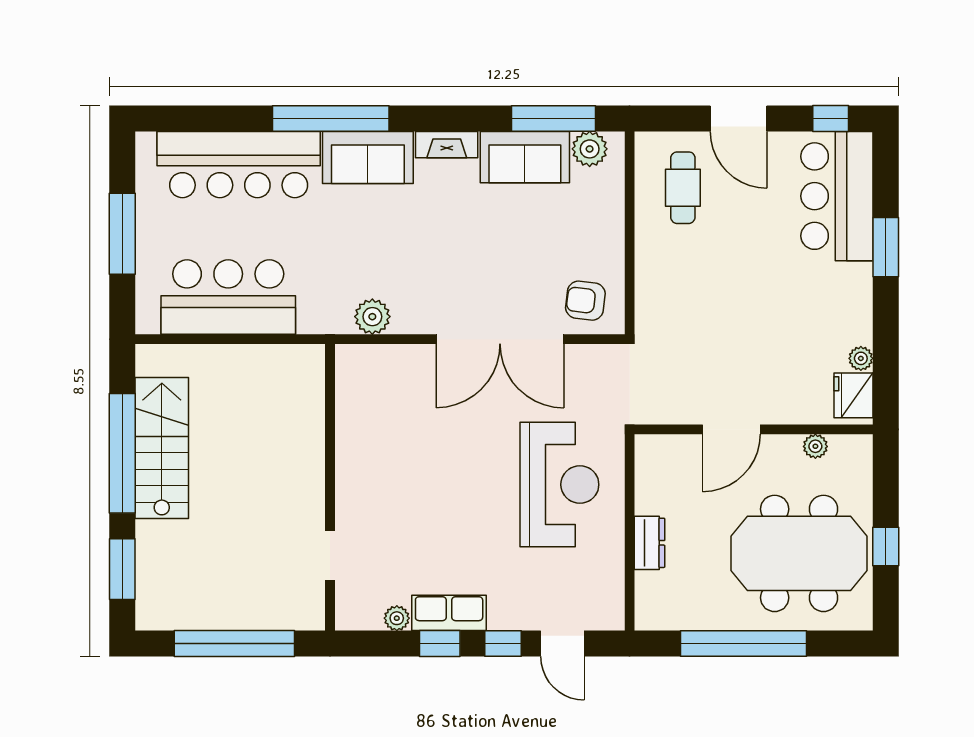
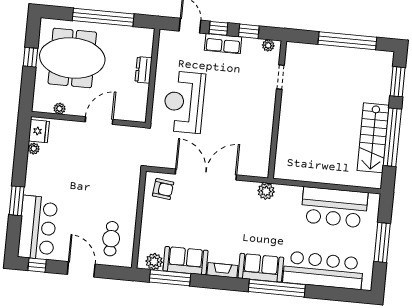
wall: (330, 487) -> (277, 110), moved
doorway: (330, 555) -> (280, 77), moved
row of seats: (449, 613) -> (223, 44), moved

